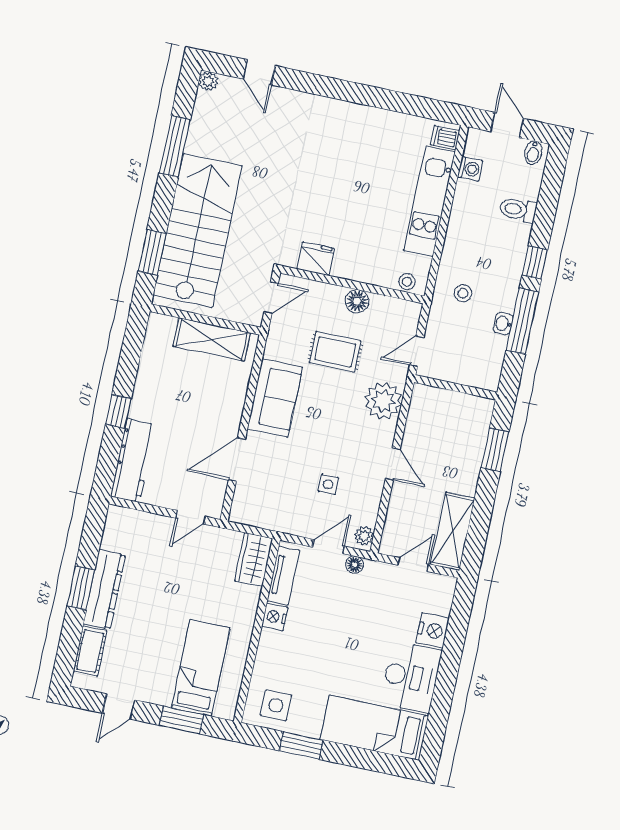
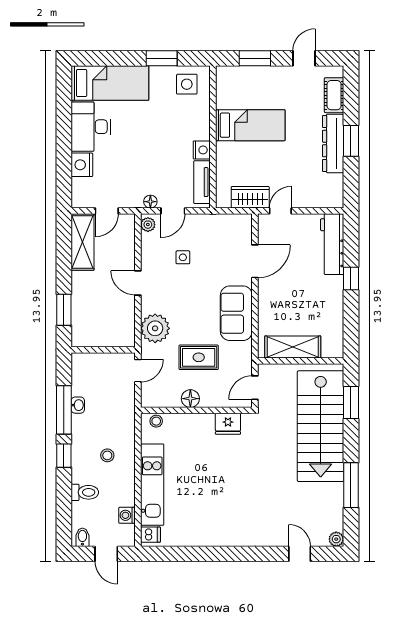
stool: (463, 293) -> (107, 455), moved
wardrobe: (254, 560) -> (250, 197), moved, turned -90
bed: (201, 668) -> (250, 125), moved, turned -90

